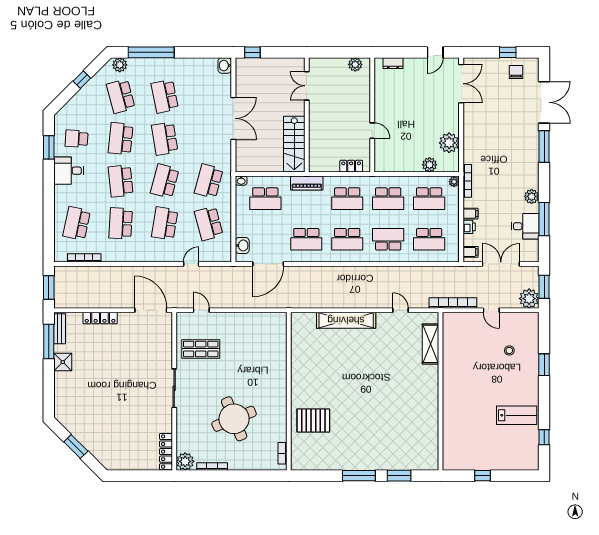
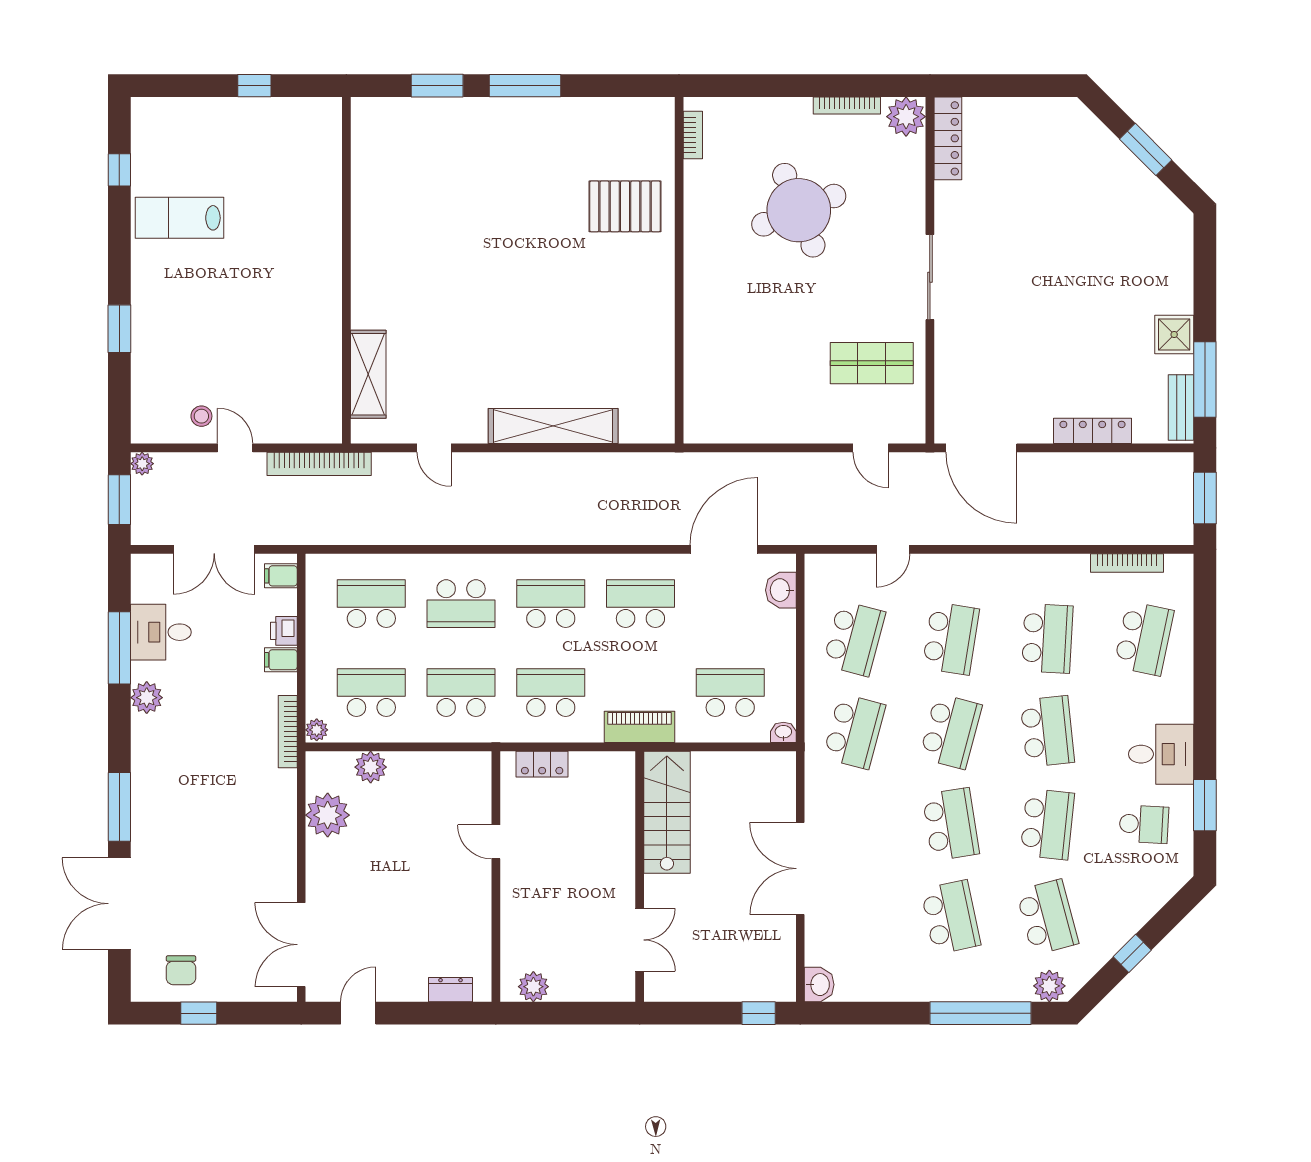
school desk: (209, 223) -> (854, 638), turned 30
plant: (529, 299) -> (142, 464), width x0.53, depth x0.53
stool: (509, 350) -> (201, 416), moved

